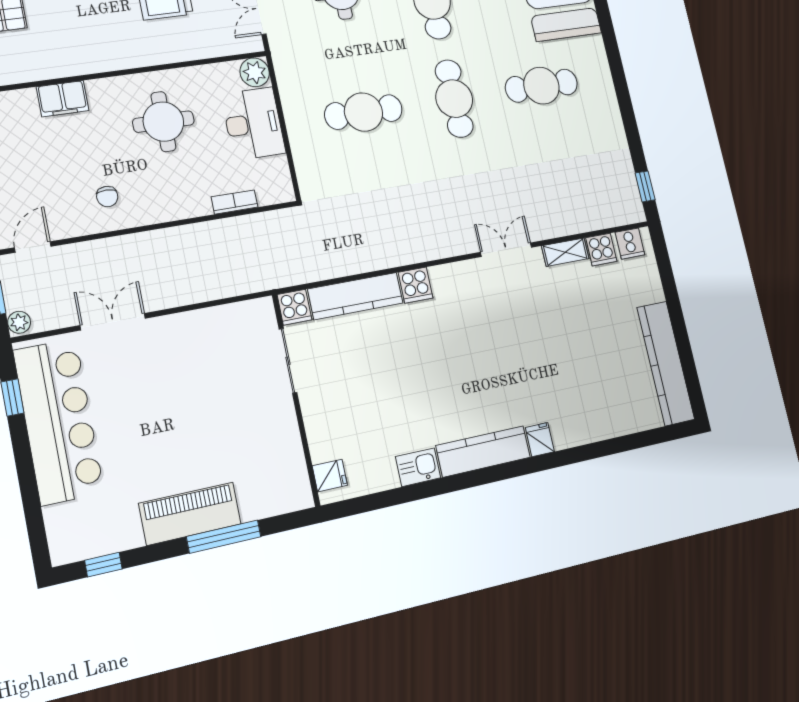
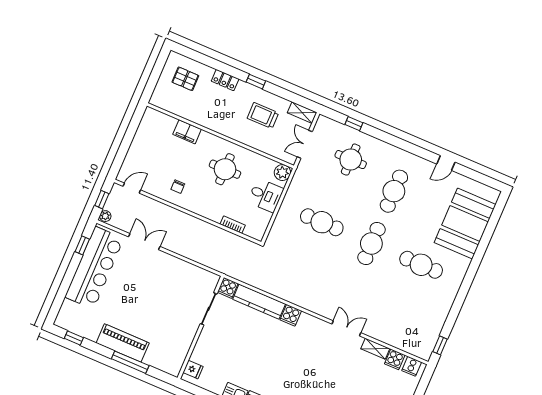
desk: (253, 124) -> (266, 195), width x0.73

